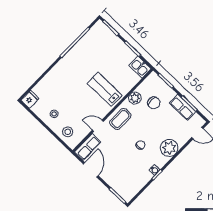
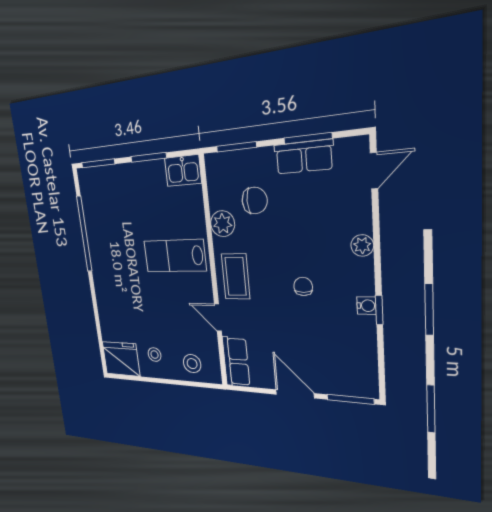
fridge: (30, 99) -> (121, 359), width x1.88, depth x1.34
door: (98, 126) -> (218, 317), hinge flipped
plant: (169, 148) -> (362, 245), width x0.53, depth x0.53
door: (91, 170) -> (295, 394), moved

